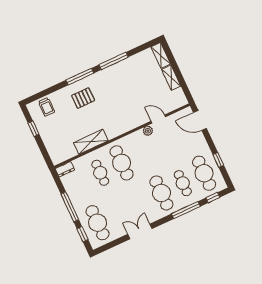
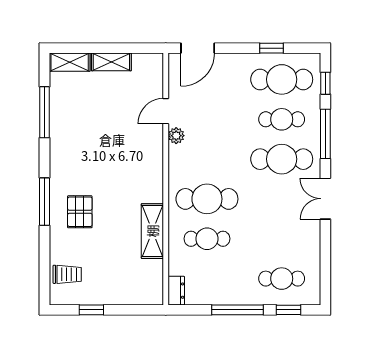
window: (114, 61) -> (45, 112), moved
cafe table: (98, 223) -> (282, 279), width x0.73, depth x0.74
double door: (140, 231) -> (325, 199), moved

